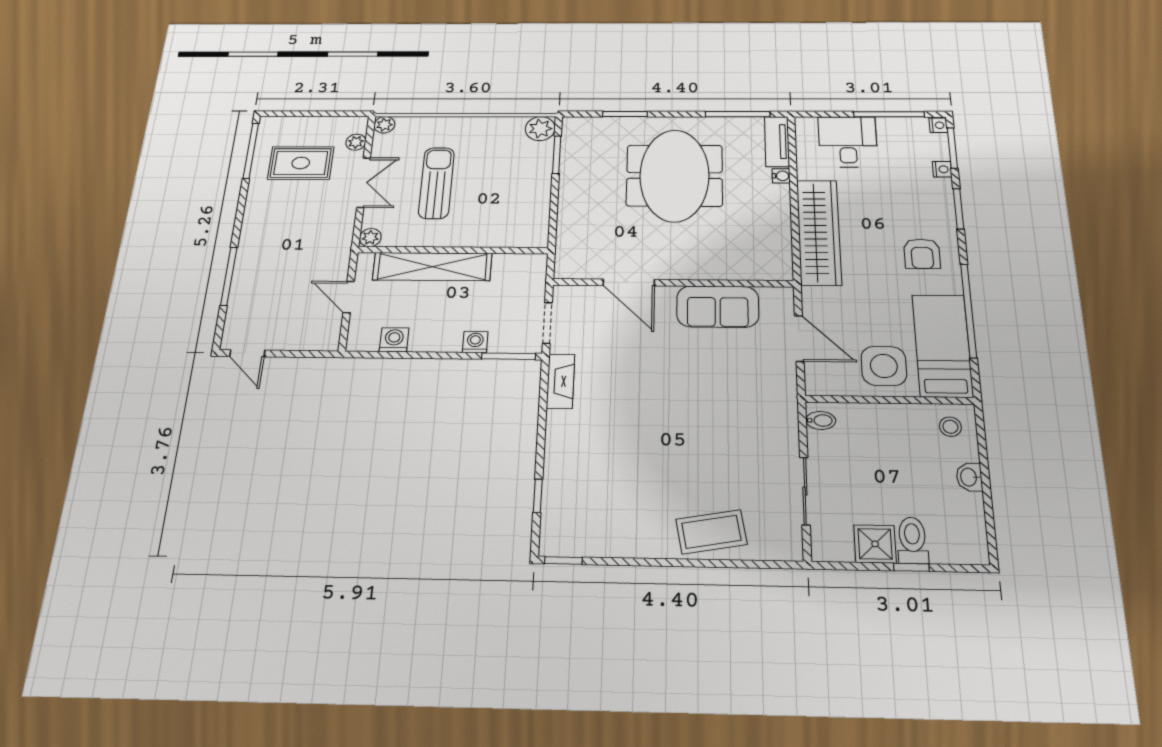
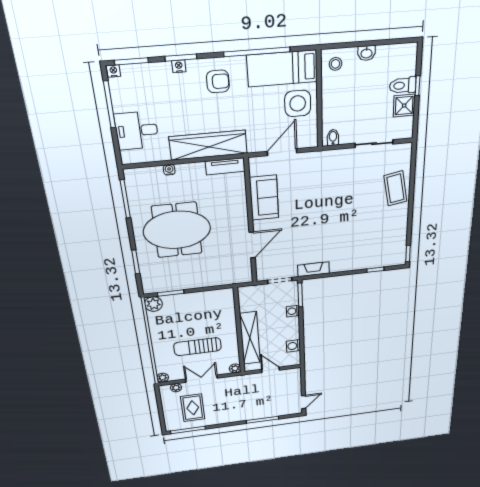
tv unit: (777, 142) -> (225, 166), moved
nightstand: (942, 169) -> (179, 66), moved
door: (349, 297) -> (271, 370), swing flipped

